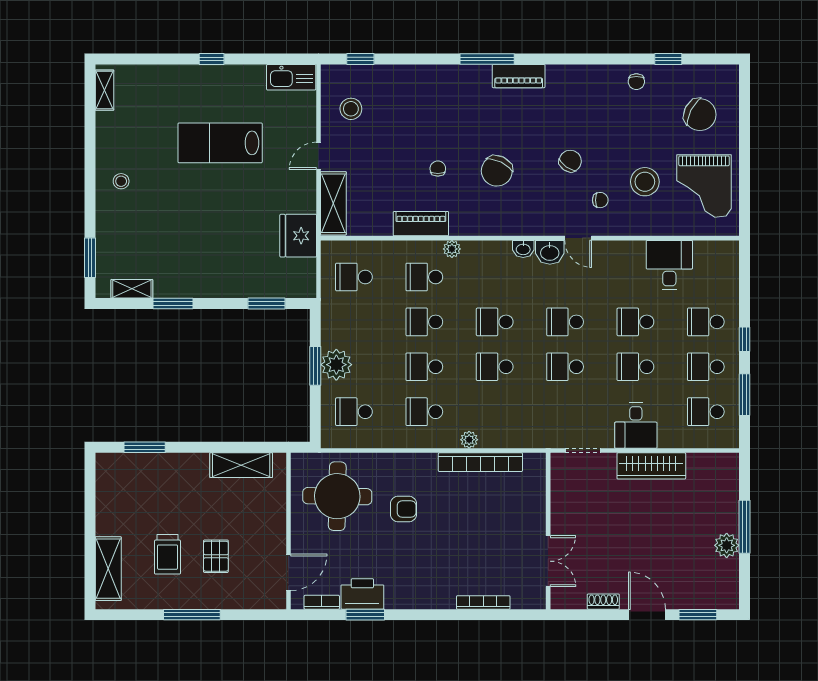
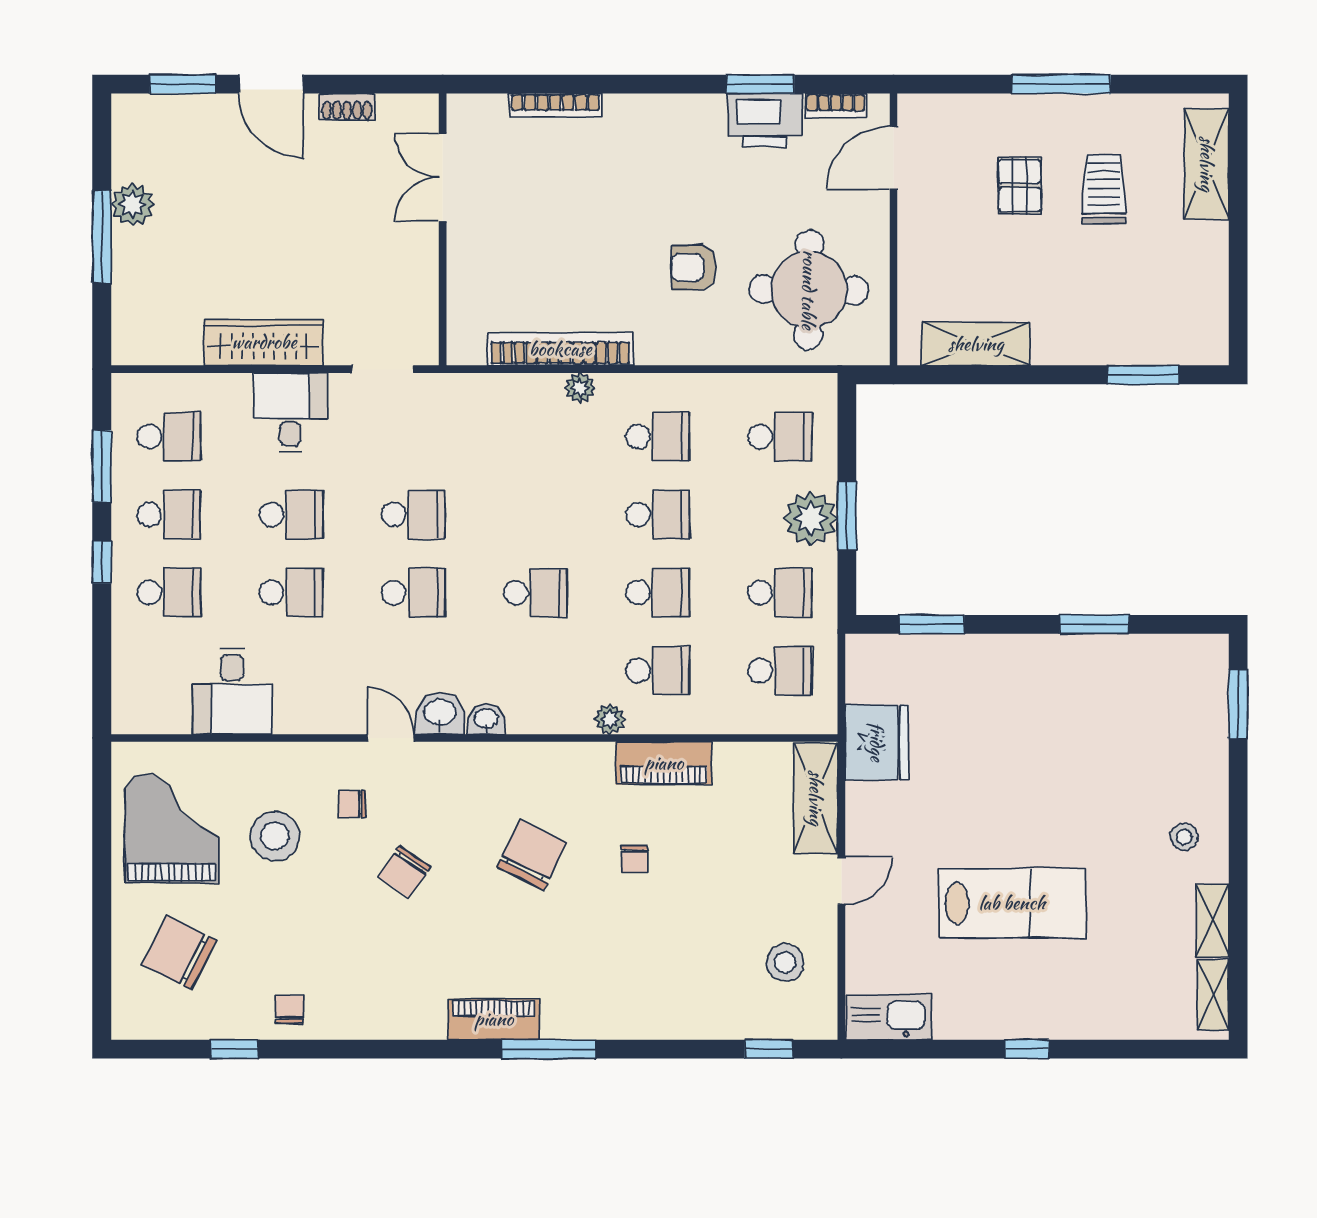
shelving: (132, 289) -> (1213, 921), moved, turned 90
school desk: (495, 367) -> (780, 593), moved

